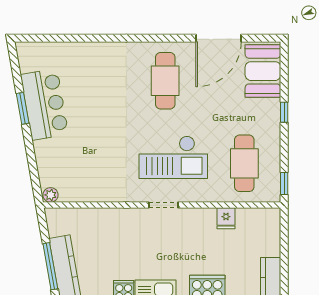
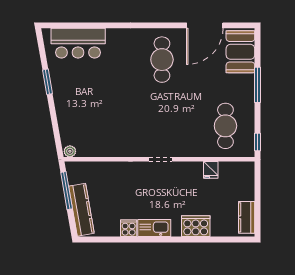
bar counter: (44, 104) -> (78, 43), moved, turned 100
window: (284, 112) -> (258, 85), width x2.17
checkout: (173, 157) -> (168, 121), removed
window: (50, 266) -> (67, 191), moved

